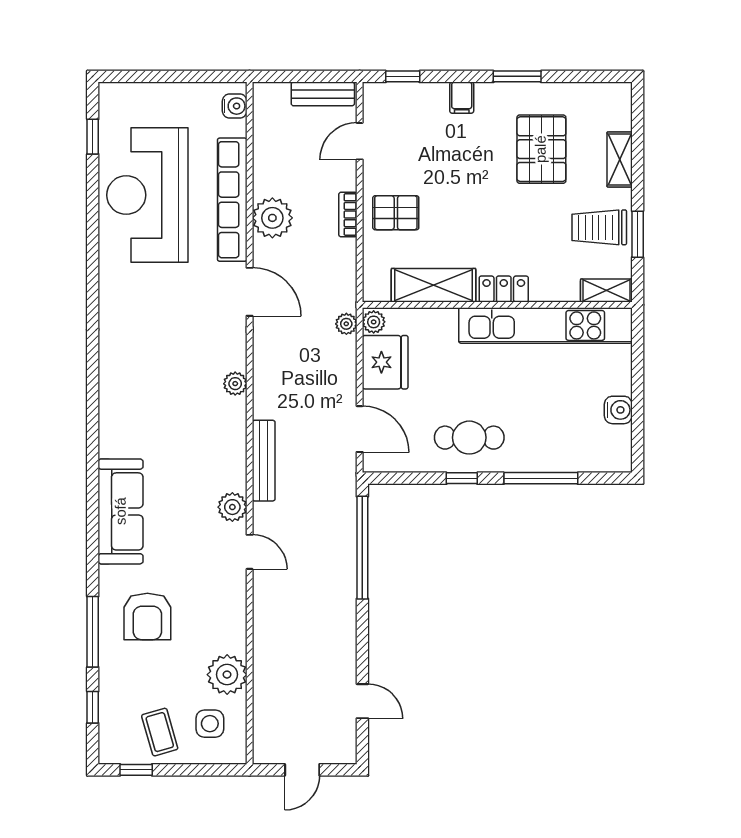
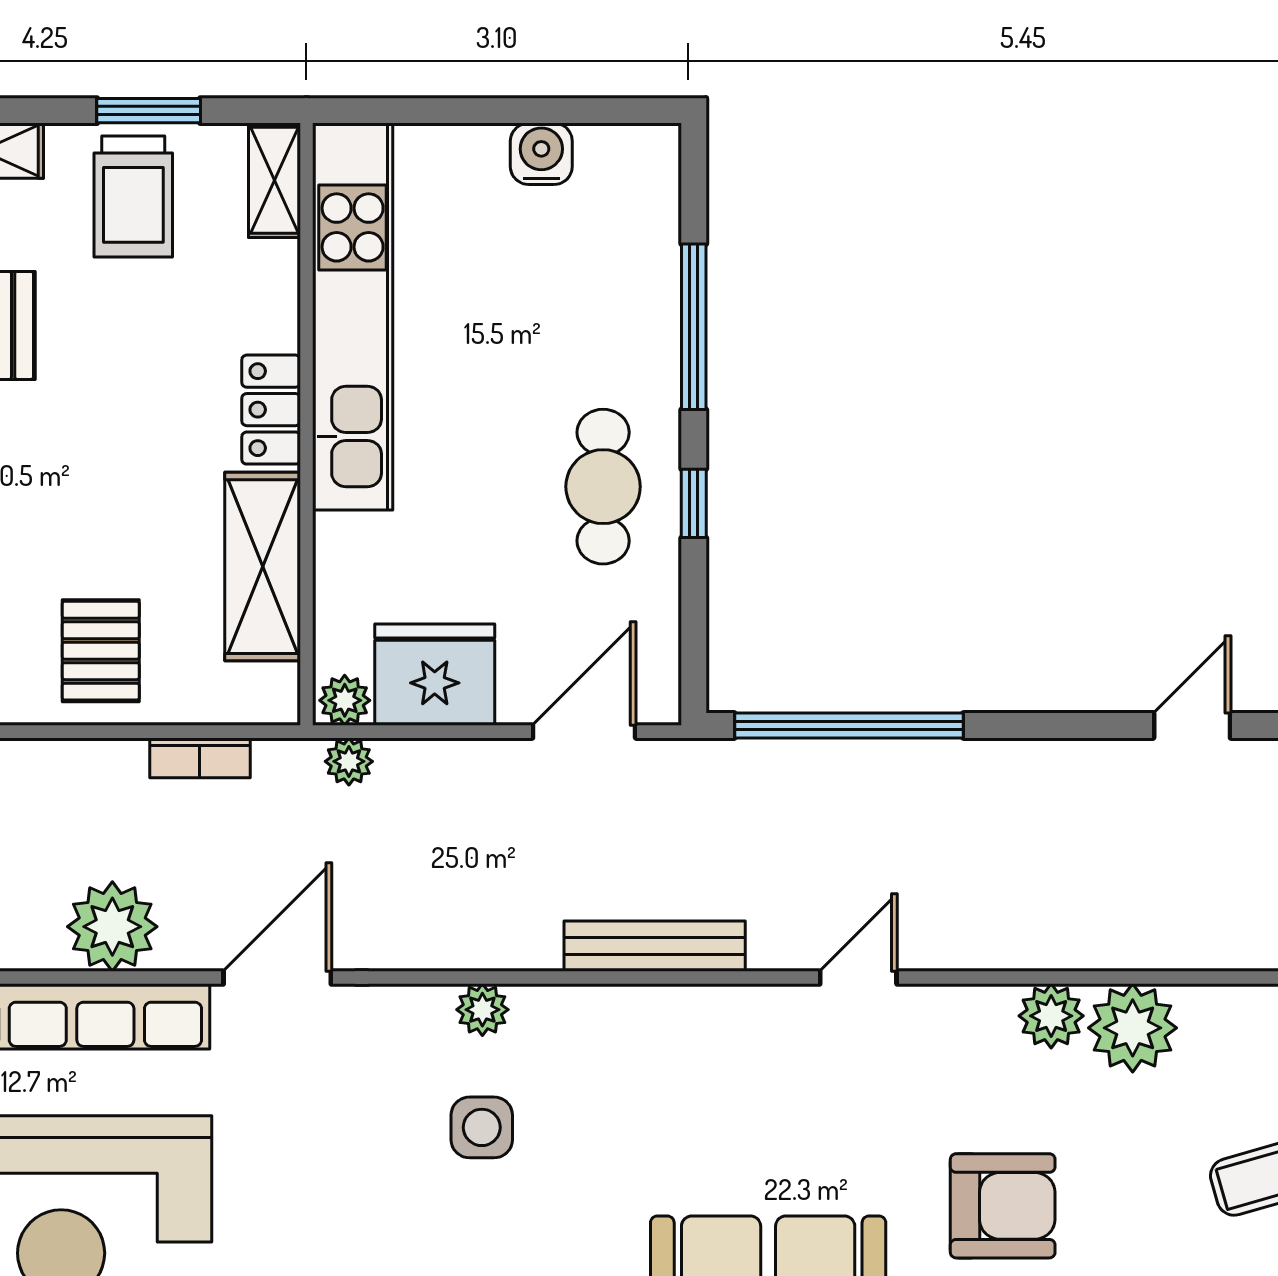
bookcase: (348, 215) -> (200, 758), moved
plant: (232, 507) -> (1051, 1016), moved
side table: (210, 724) -> (482, 1127), moved

